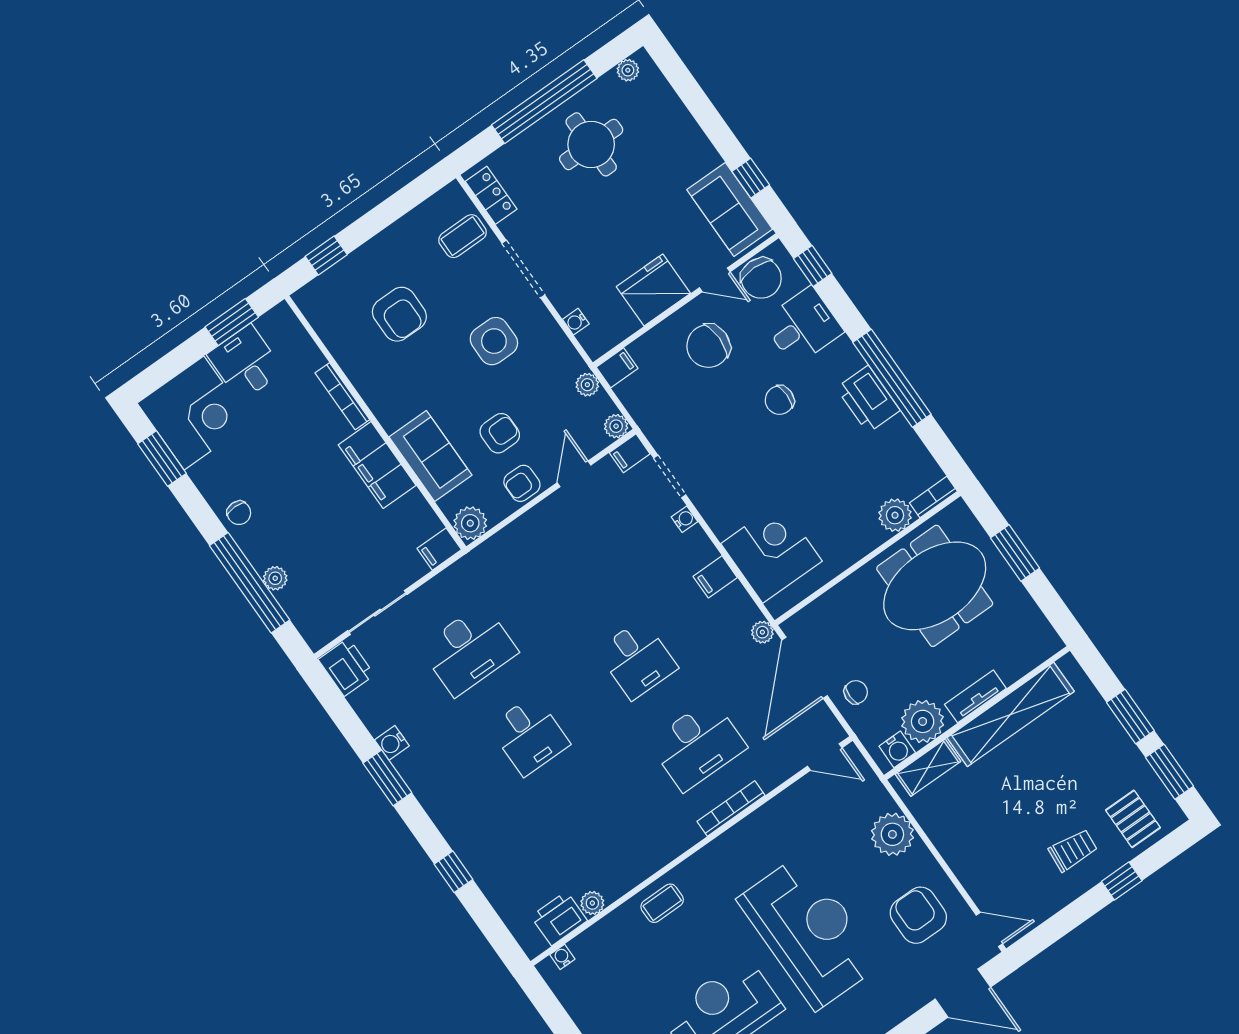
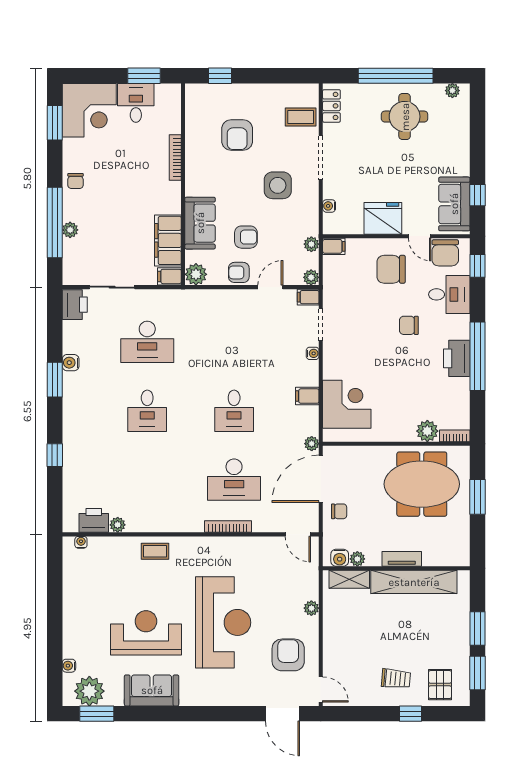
filing cabinet: (377, 465) -> (168, 240), moved
plant: (923, 721) -> (357, 559), width x0.53, depth x0.53
plant: (892, 834) -> (311, 608), width x0.53, depth x0.53

